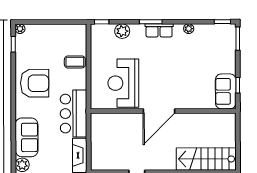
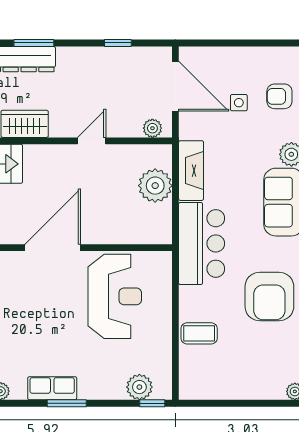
plant: (122, 31) -> (139, 387), moved
armchair: (35, 83) -> (269, 297), turned -90
plant: (100, 147) -> (155, 186), added

